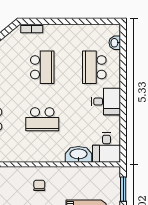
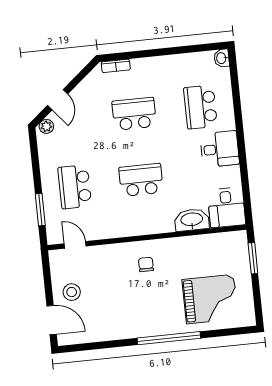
washbasin: (115, 43) -> (222, 58), moved
school desk: (42, 67) -> (134, 114), turned -90
school desk: (42, 119) -> (141, 180), turned 180

